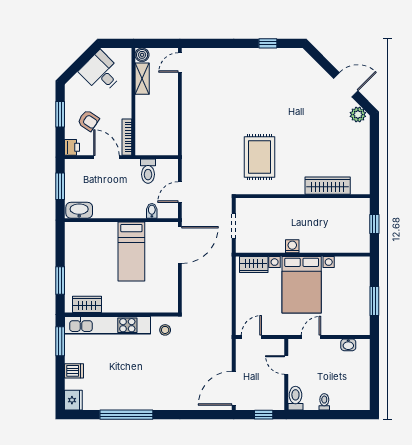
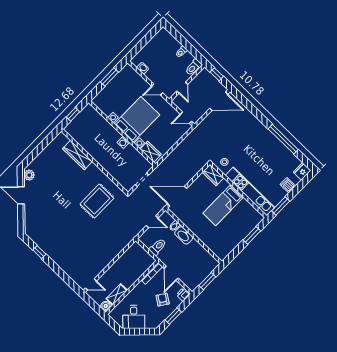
washbasin: (79, 210) -> (184, 235), moved
bed: (131, 252) -> (223, 205), moved, turned 180
wardrobe: (87, 304) -> (213, 175), moved

